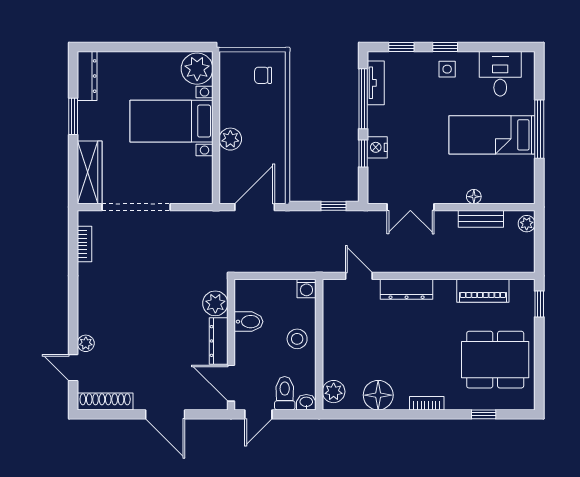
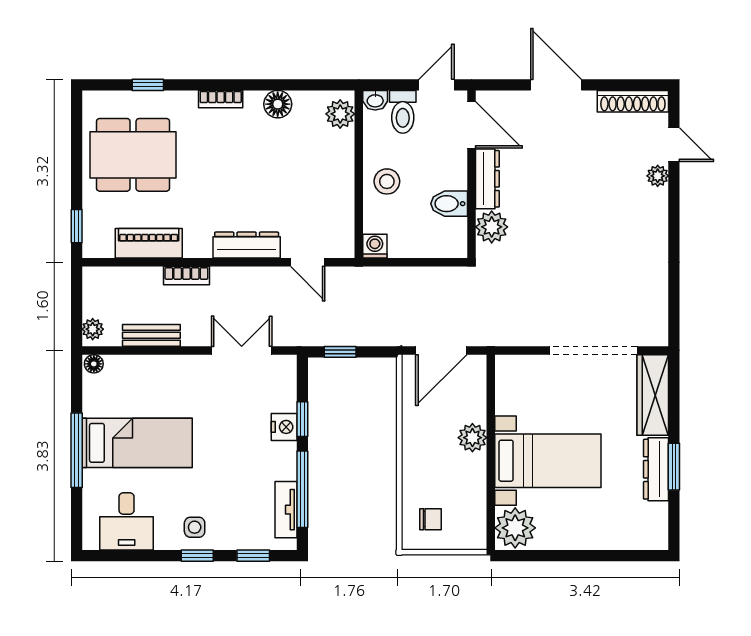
dresser: (87, 76) -> (656, 469), moved
floor lamp: (474, 197) -> (94, 364), moved
bookcase: (85, 244) -> (186, 276), moved, turned -90
floor lamp: (378, 395) -> (278, 104), width x0.73, depth x0.73

